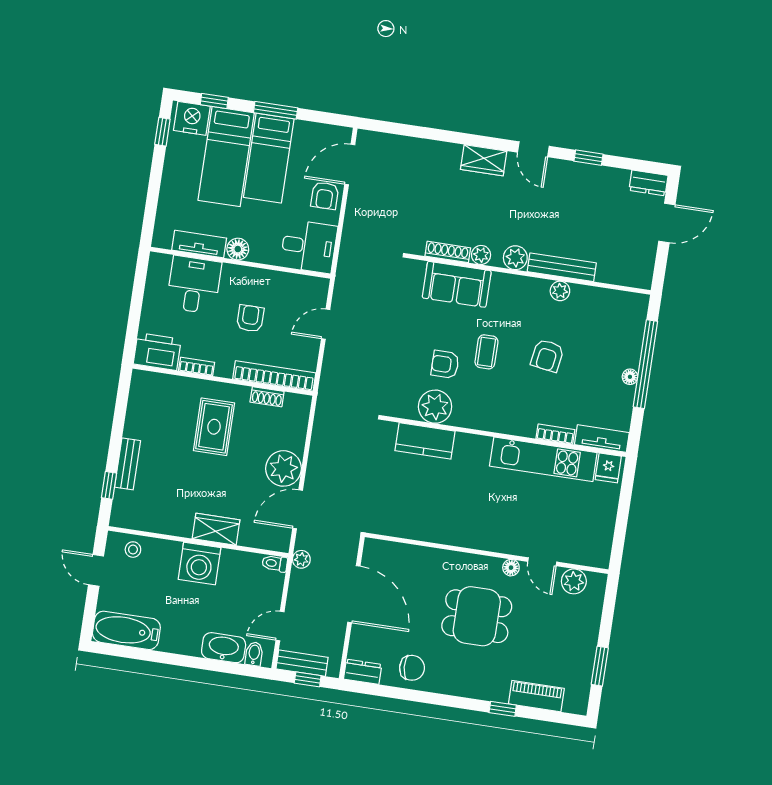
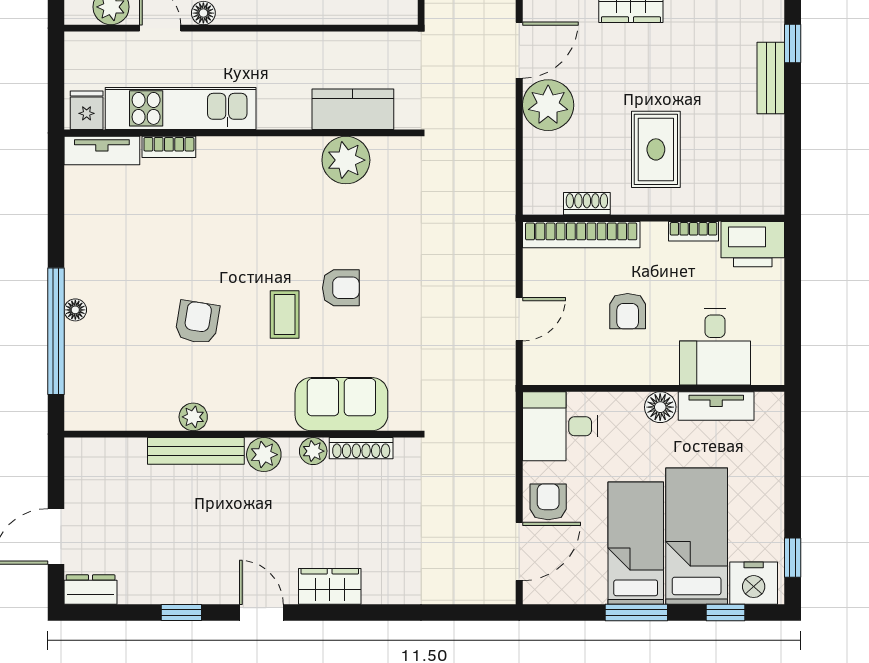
plant: (435, 407) -> (346, 160), moved
bookcase: (555, 434) -> (169, 147), moved
wall: (504, 436) -> (241, 133), moved
tv unit: (602, 439) -> (102, 151), moved
kitchen counter: (425, 441) -> (353, 109), moved
kitchen unit: (543, 459) -> (181, 108), moved
fridge: (608, 468) -> (87, 110), moved

